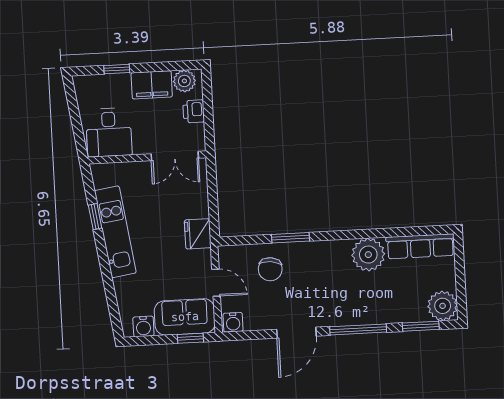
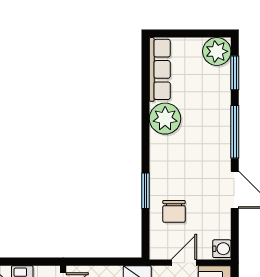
chair: (270, 269) -> (174, 211), turned 84

